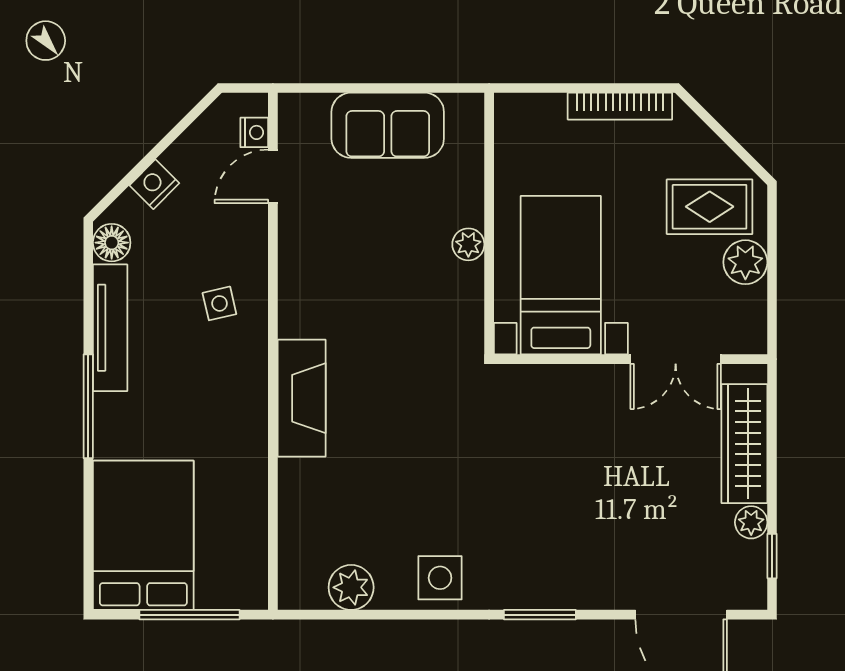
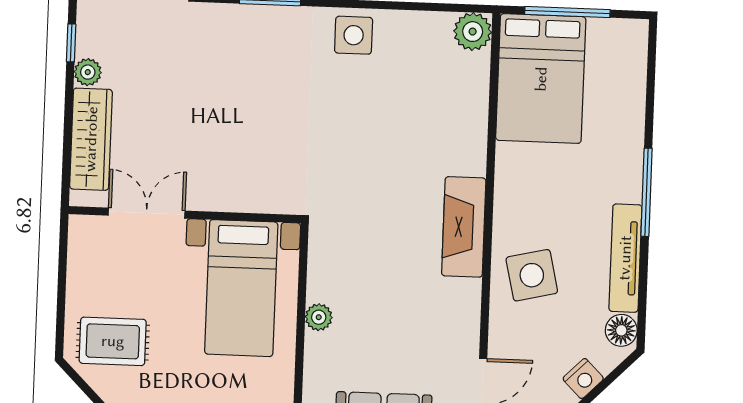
plant: (745, 262) -> (84, 293), removed
side table: (219, 303) -> (532, 275), width x1.87, depth x1.87
fireplace: (302, 398) -> (464, 227), moved
bed: (143, 535) -> (541, 79), moved
plant: (351, 587) -> (473, 32), moved

